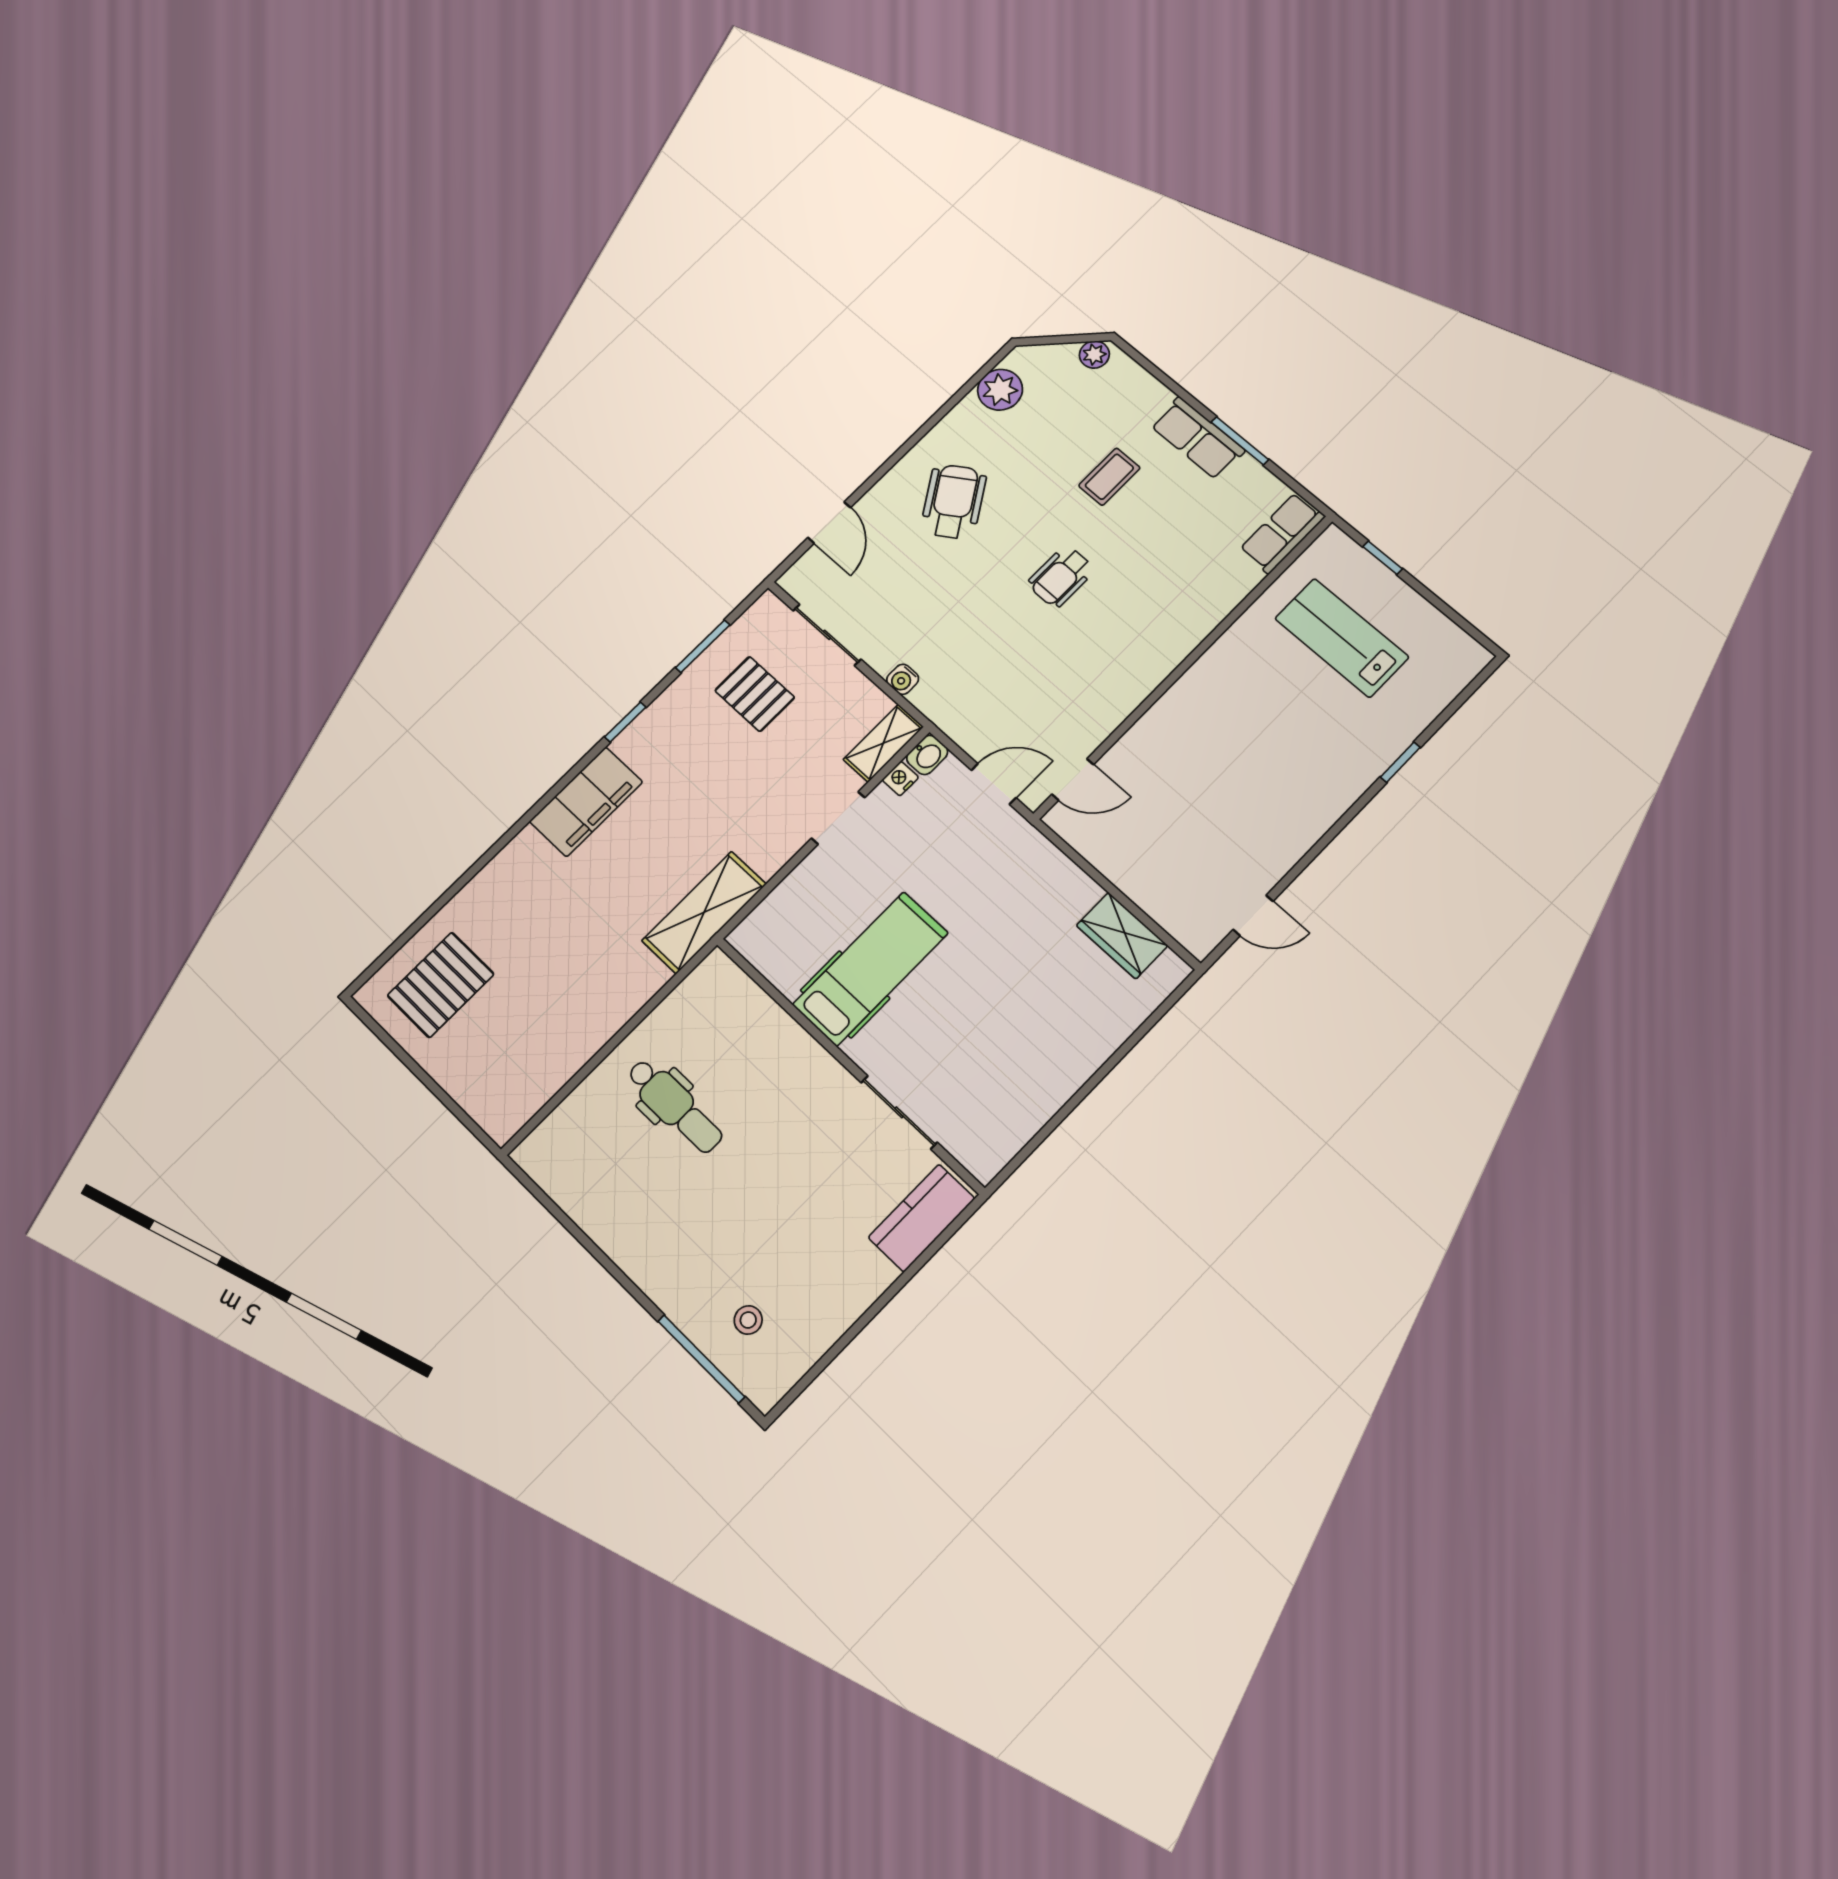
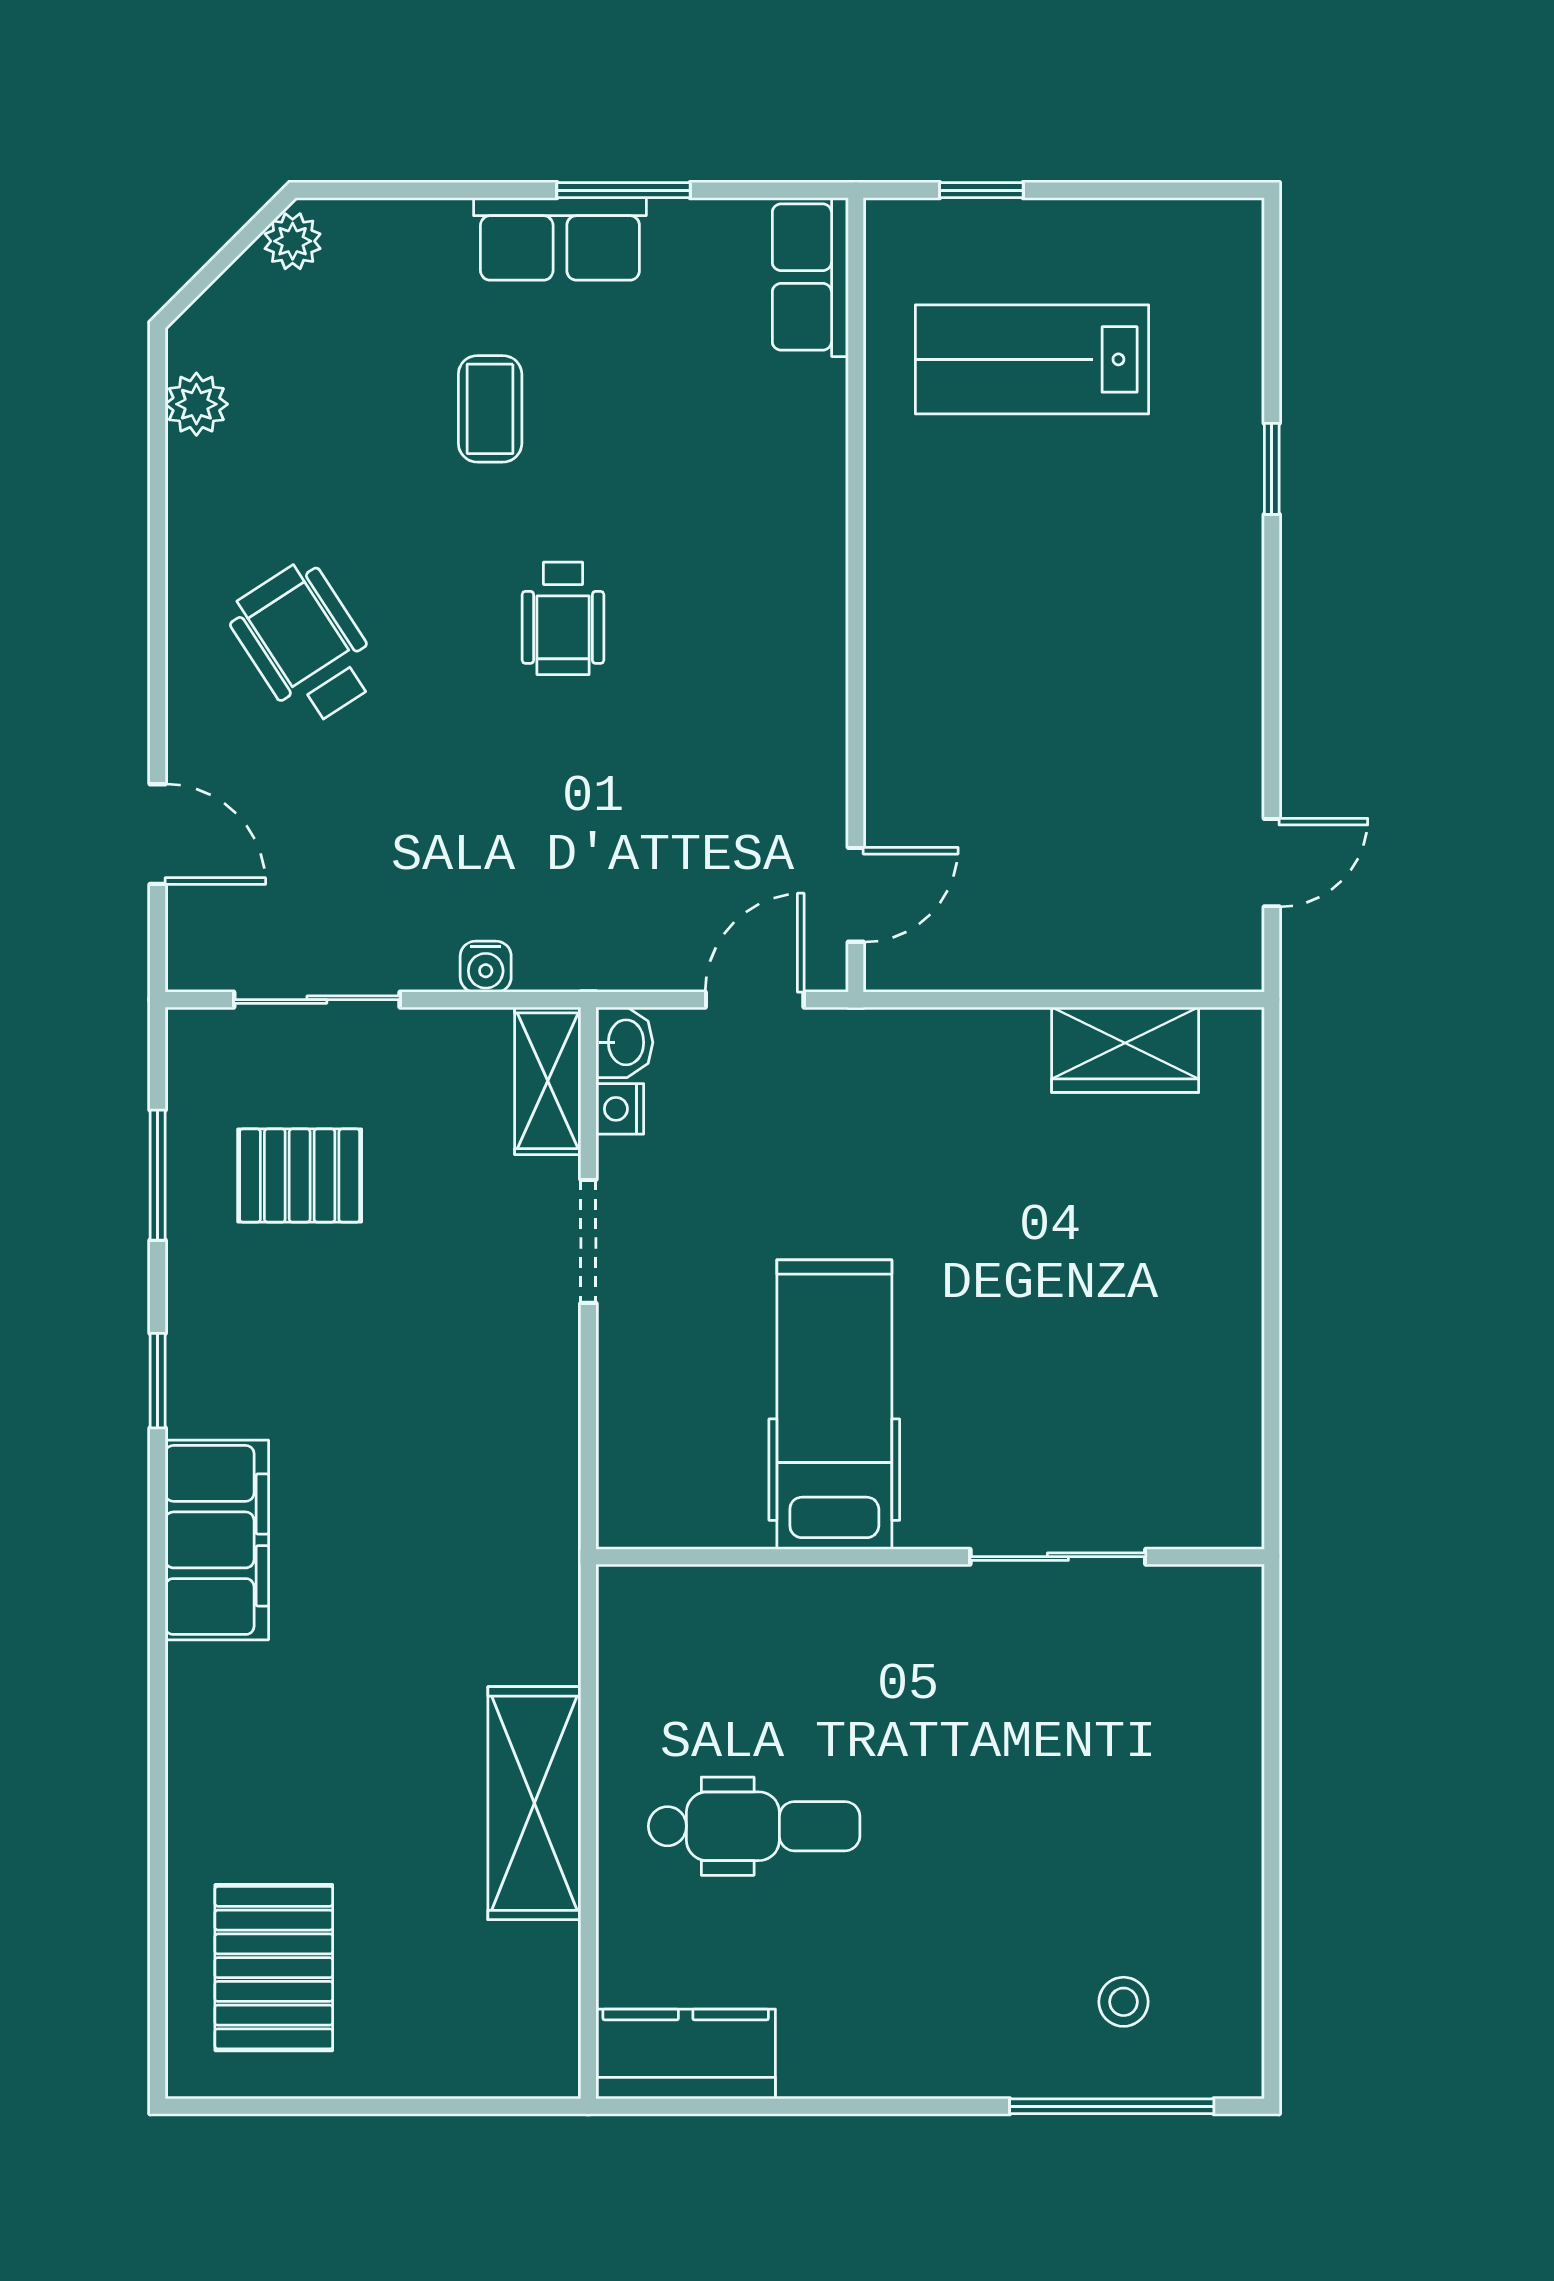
plant: (1000, 390) -> (196, 404), width x0.73, depth x0.73
shelving: (704, 912) -> (534, 1803), moved
kitchen counter: (922, 1218) -> (686, 2054), moved, turned 90

